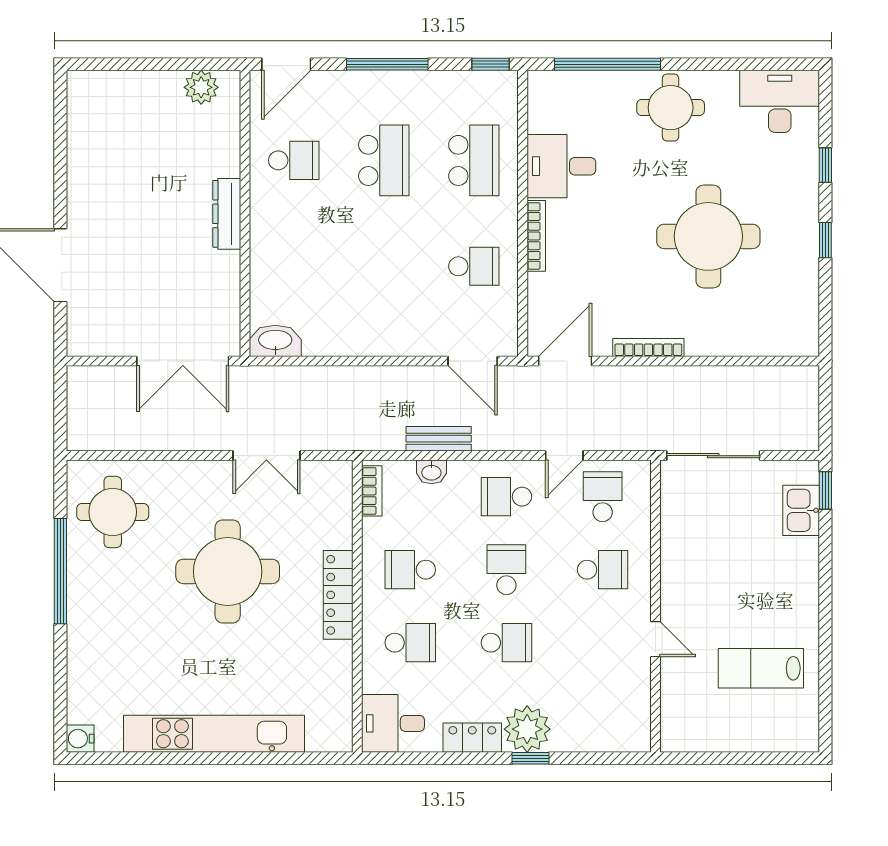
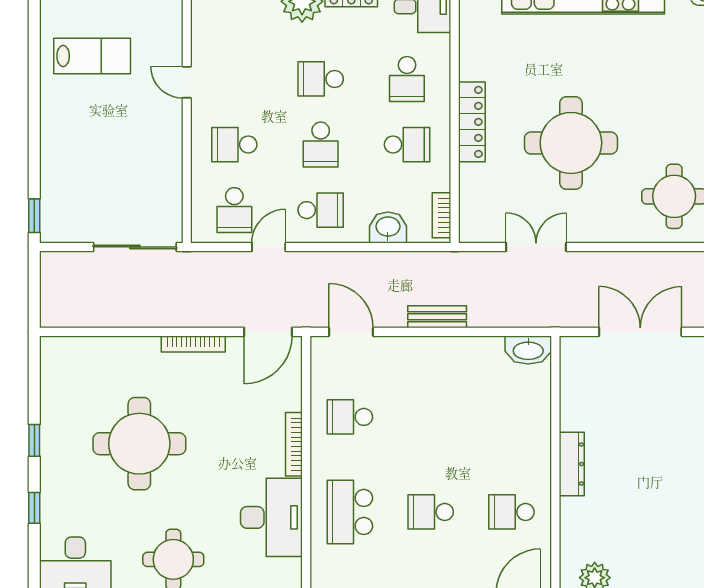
school desk: (384, 160) -> (431, 512), width x0.54
desk: (561, 166) -> (271, 517), width x1.37
double door: (183, 361) -> (640, 332), moved
bench: (439, 439) -> (437, 317), moved
washbasin: (431, 472) -> (388, 227), width x1.38, depth x1.45
kitchen sink: (801, 510) -> (56, 198), removed
school desk: (410, 643) -> (407, 79), turned -90

